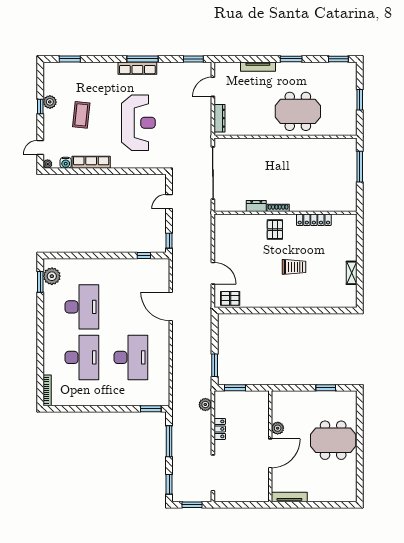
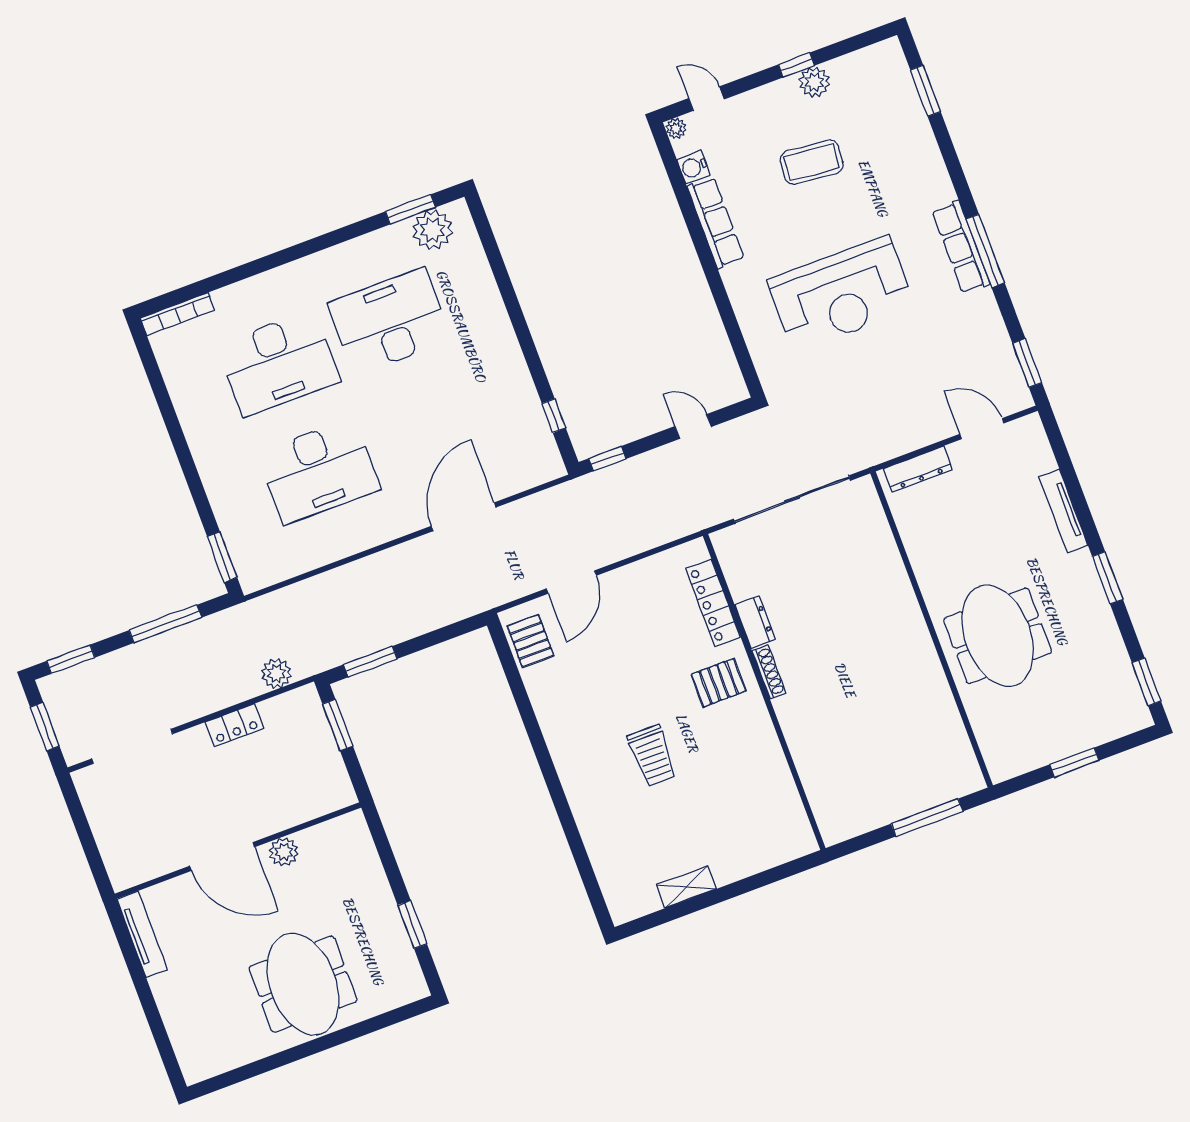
locker: (314, 220) -> (713, 603), moved
desk: (82, 307) -> (390, 321), turned 180

